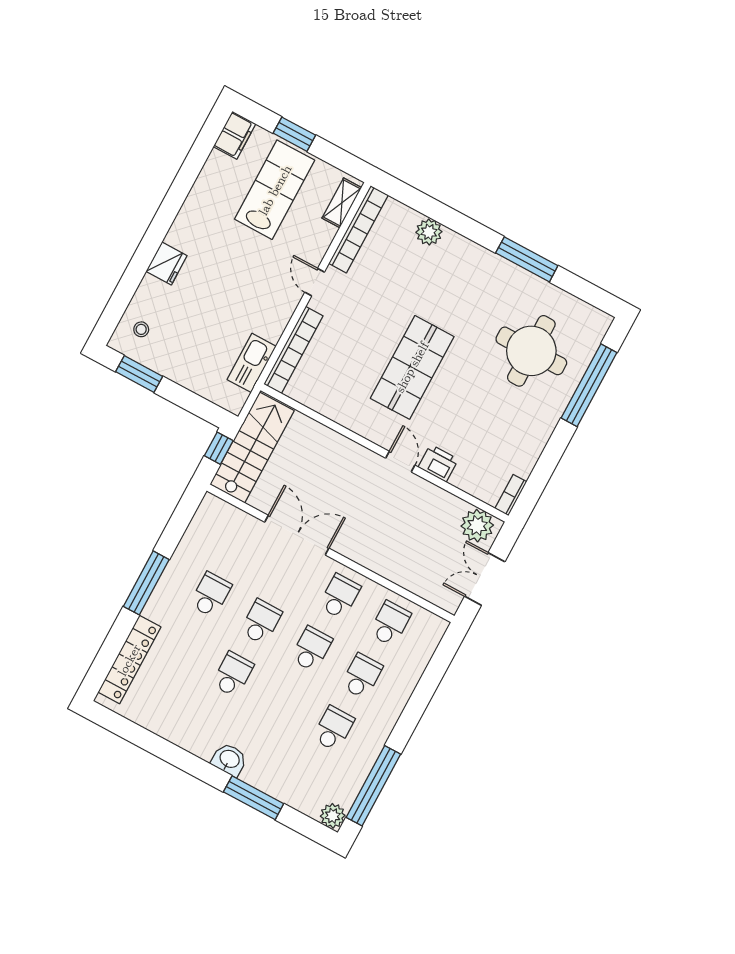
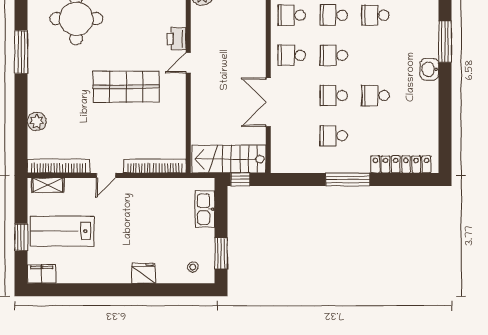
kitchen sink: (252, 363) -> (205, 209), moved, turned 90

